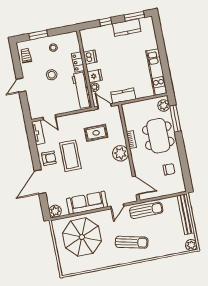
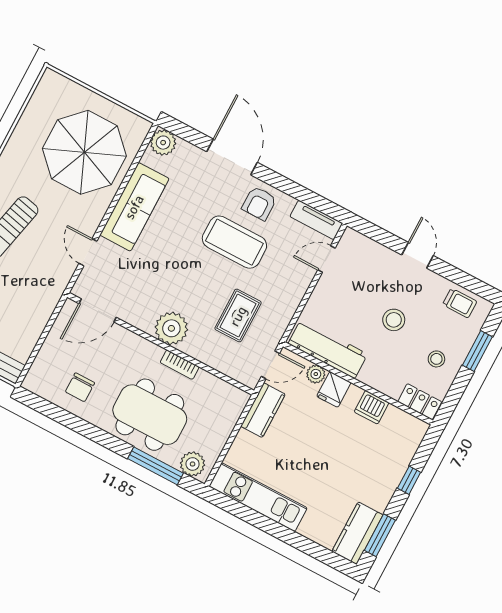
kitchen counter: (127, 28) -> (357, 533), moved
locker: (78, 62) -> (420, 402), moved
sun lounger: (146, 210) -> (43, 295), removed

